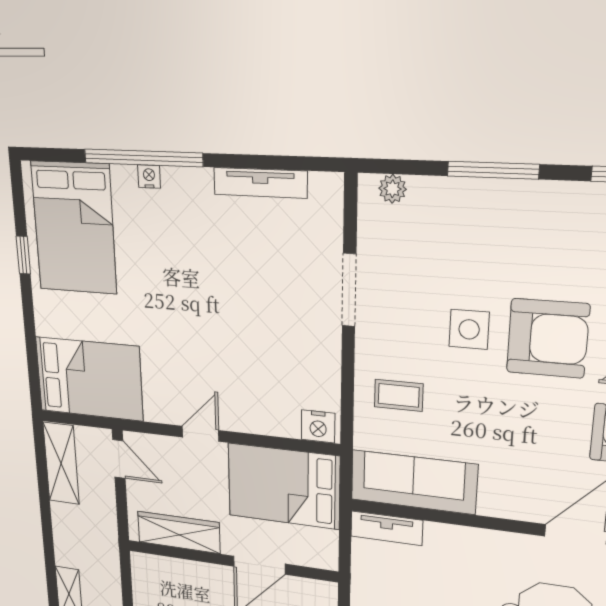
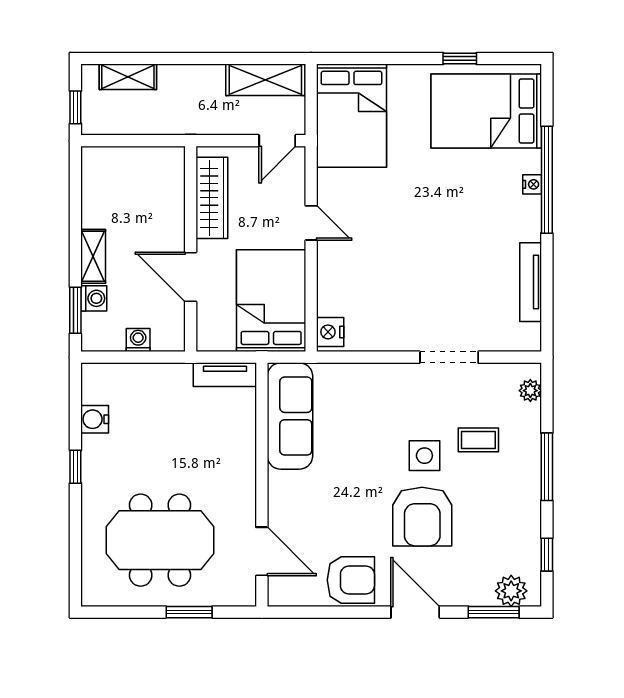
coffee table: (399, 395) -> (478, 440), moved, turned 90
tv unit: (387, 528) -> (225, 375), moved, turned -90

